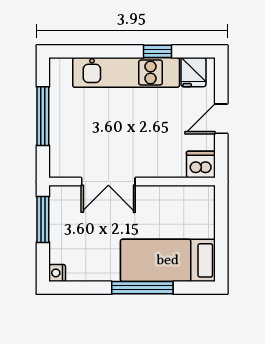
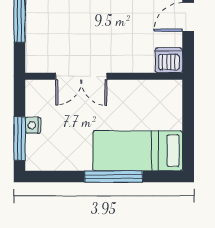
window: (43, 219) -> (20, 138), moved
nightstand: (57, 273) -> (33, 125), moved

